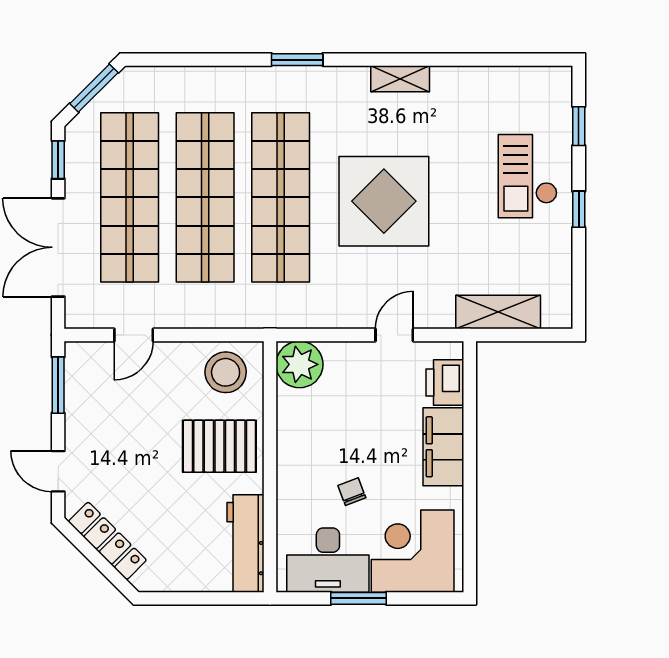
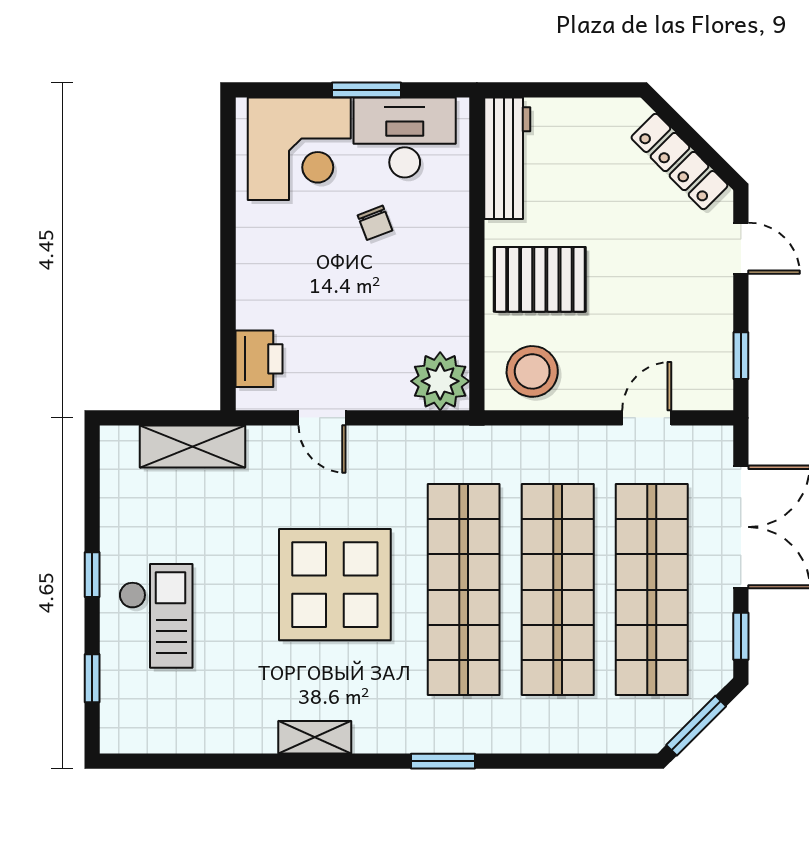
door: (394, 335) -> (322, 418), hinge flipped
window: (58, 385) -> (741, 356), width x0.67
filing cabinet: (443, 447) -> (261, 279), removed

